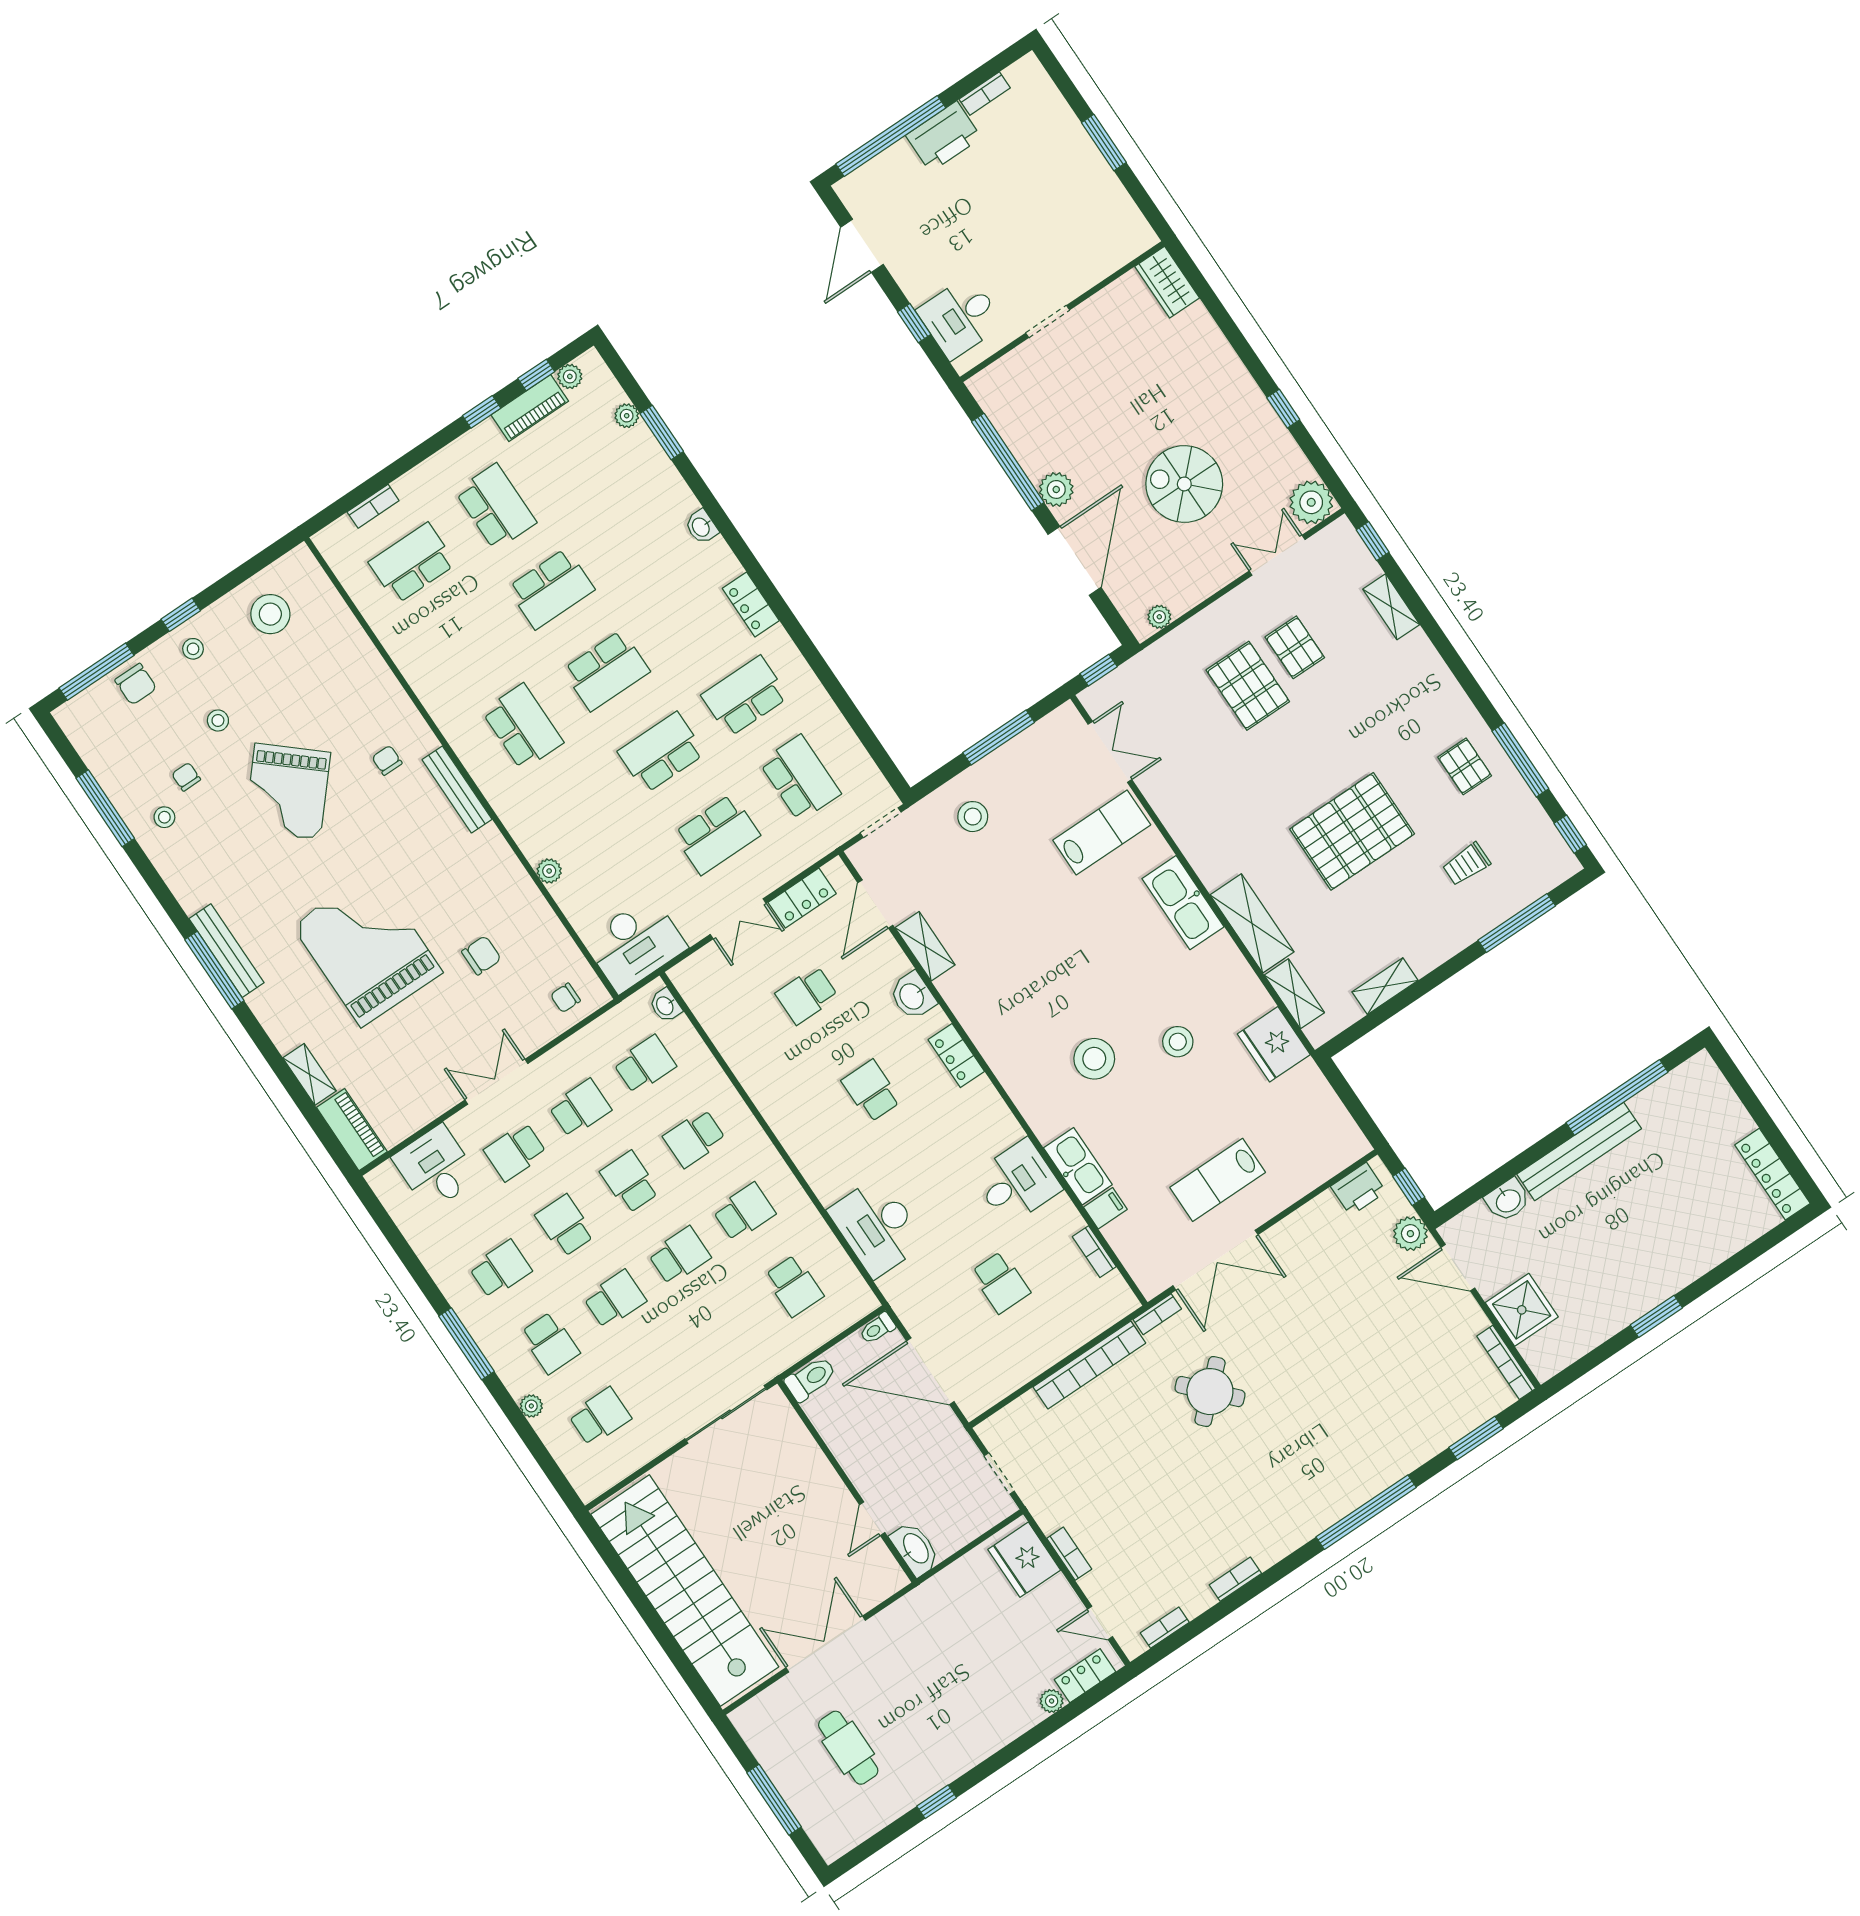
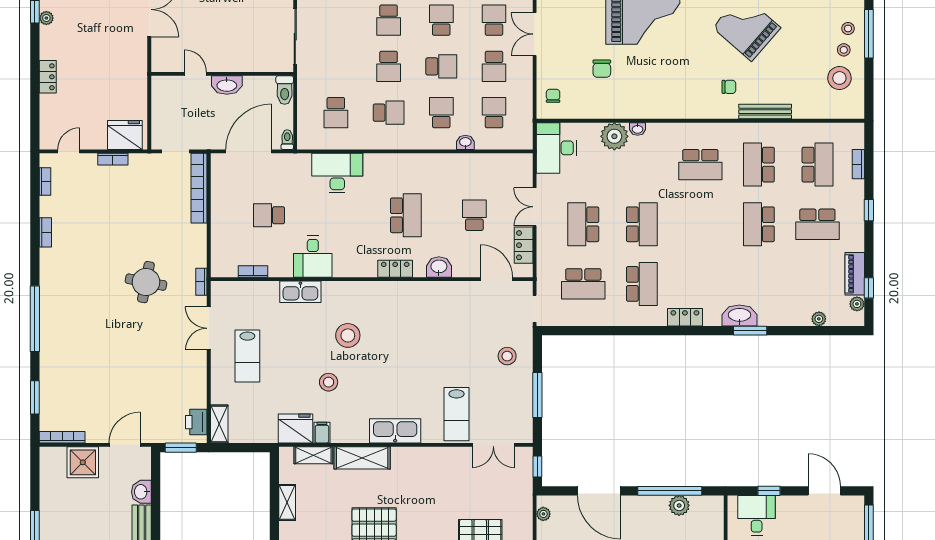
window: (482, 412) -> (869, 210), moved
window: (662, 433) -> (750, 331), moved
plant: (1056, 489) -> (679, 505), moved
washbasin: (701, 527) -> (739, 315), width x1.91, depth x1.45
window: (181, 615) -> (869, 34), width x2.17
school desk: (606, 671) -> (759, 165), moved
stool: (218, 721) -> (844, 50), moved
bench: (457, 789) -> (765, 112), moved
washbasin: (532, 848) -> (638, 129), added
plant: (549, 871) -> (614, 136), width x1.88, depth x1.88
shelving: (925, 946) -> (219, 424), moved, turned 90
washbasin: (665, 1005) -> (465, 142), moved
school desk: (645, 1065) -> (494, 113), turned 180
double door: (496, 1082) -> (535, 34), swing flipped
school desk: (871, 1091) -> (406, 215), width x1.85
lab bench: (1218, 1180) -> (247, 356), turned 180
window: (1409, 1187) -> (181, 448), width x1.50
filing cabinet: (1105, 1208) -> (322, 433), moved, turned 180
school desk: (744, 1212) -> (389, 113), turned -90
school desk: (565, 1226) -> (441, 20), turned -90
plant: (1410, 1234) -> (157, 433), removed
double door: (1215, 1260) -> (209, 328), width x0.73
school desk: (794, 1286) -> (336, 113), turned -90
bookcase: (1089, 1365) -> (199, 188), moved
round table: (1210, 1392) -> (146, 282), turned -36
washbasin: (915, 1549) -> (227, 85), moved
locker: (1085, 1676) -> (48, 77), moved
plant: (1052, 1701) -> (46, 18), moved

